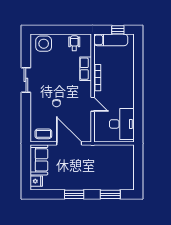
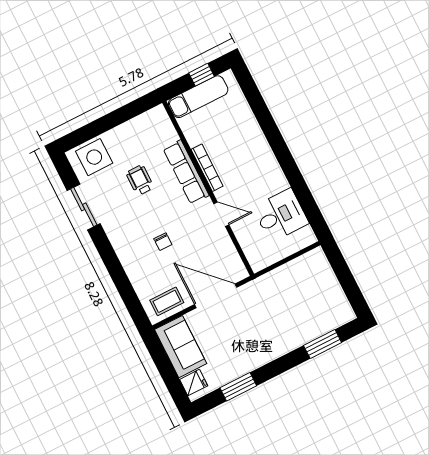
wheelchair: (74, 43) -> (140, 180), moved
row of seats: (86, 69) -> (186, 172), width x1.48
sliding door: (26, 80) -> (84, 207), moved
desk: (122, 124) -> (281, 215), width x0.73
window: (74, 194) -> (238, 387), moved

